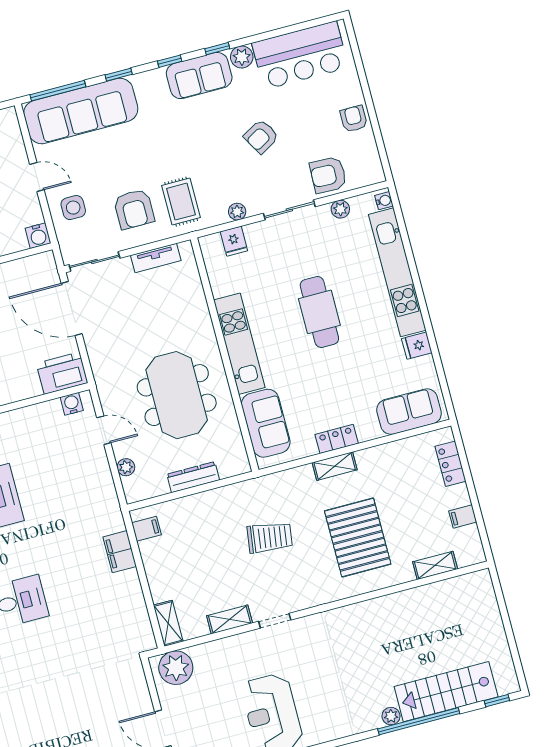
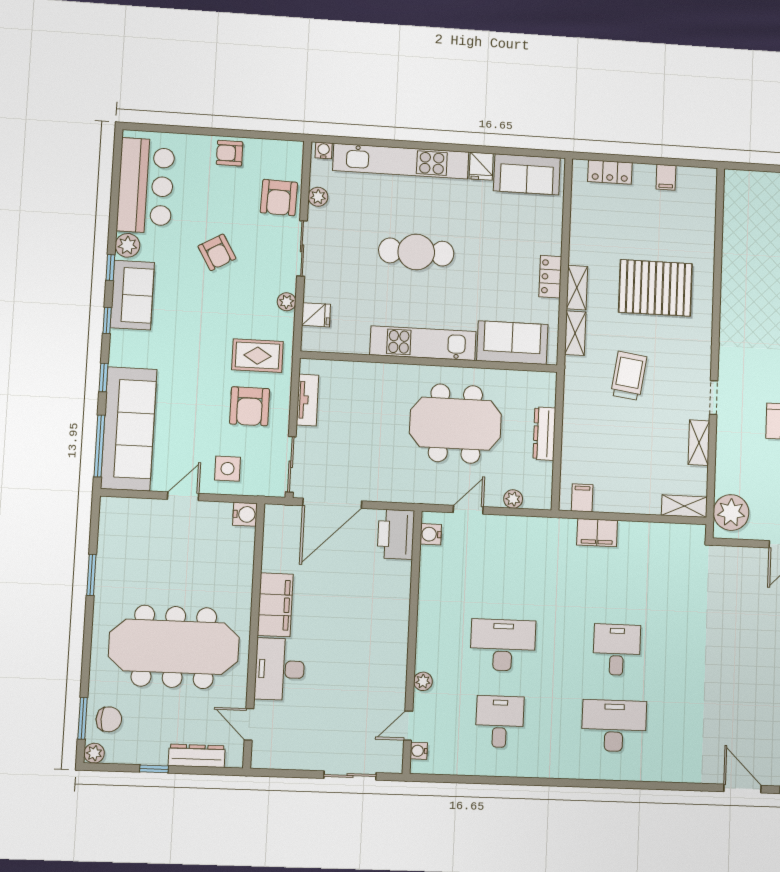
armchair: (134, 209) -> (250, 406), turned 90
sofa: (409, 412) -> (527, 174), moved, turned -90
shelving: (435, 565) -> (575, 333), moved

